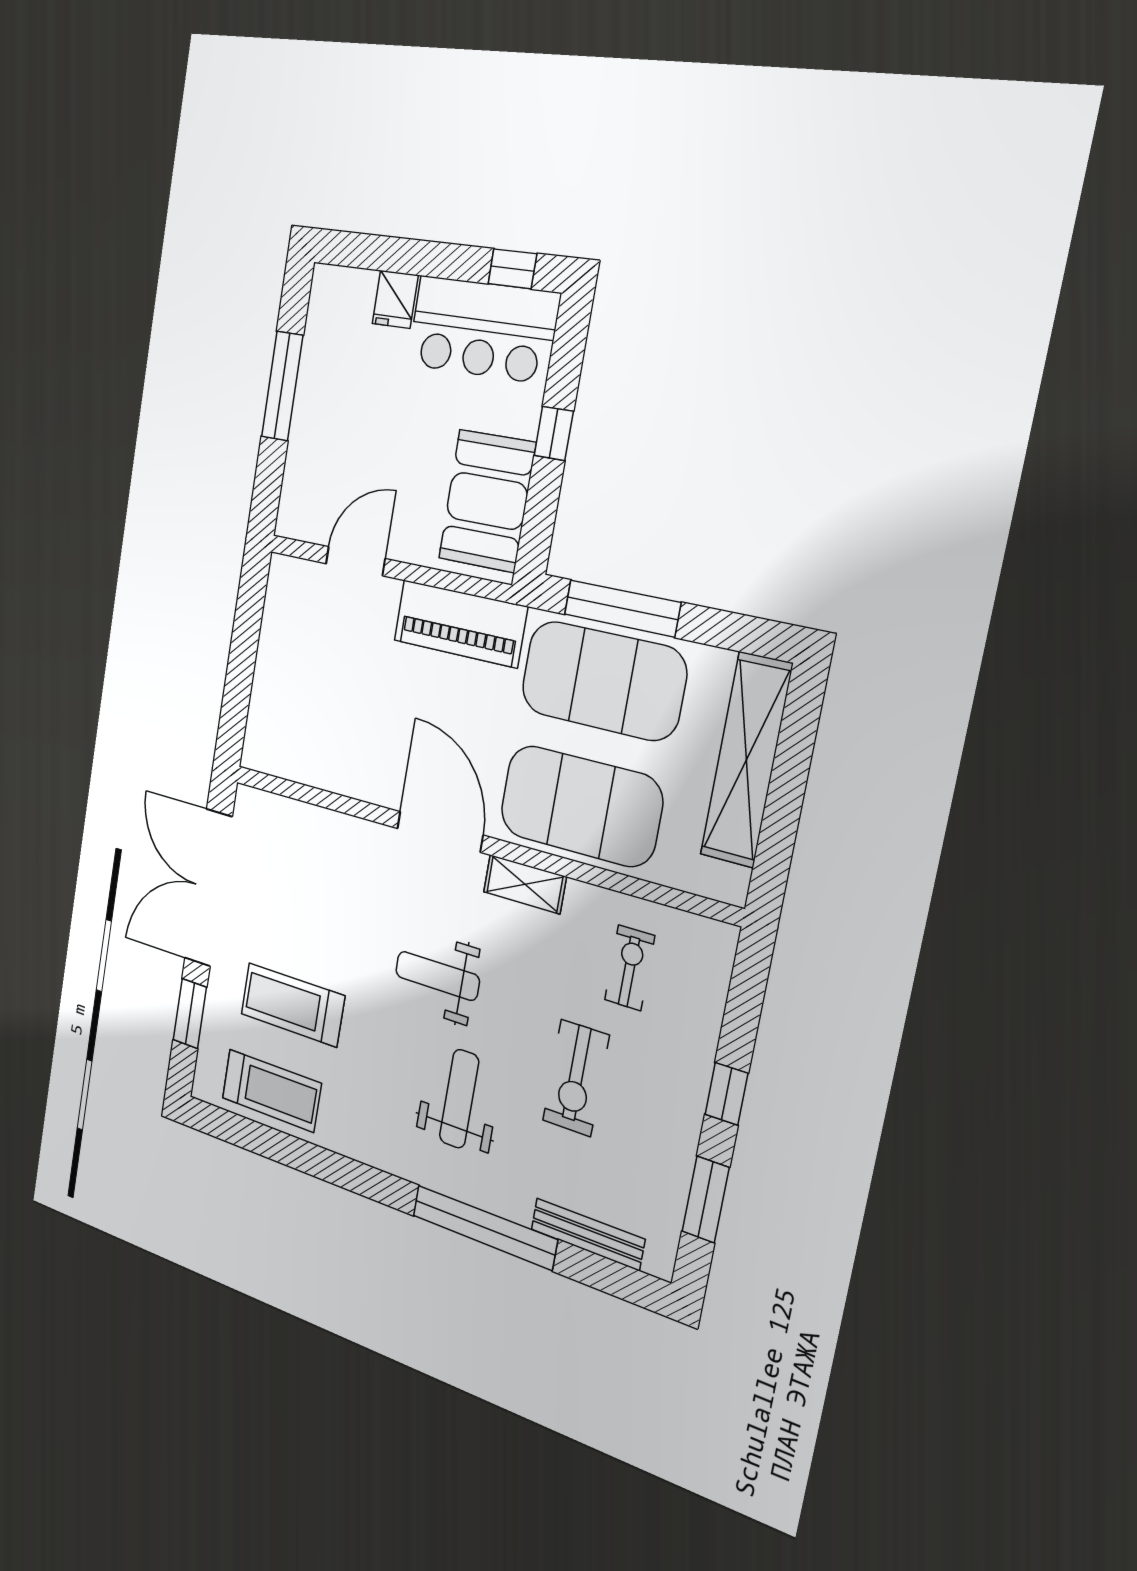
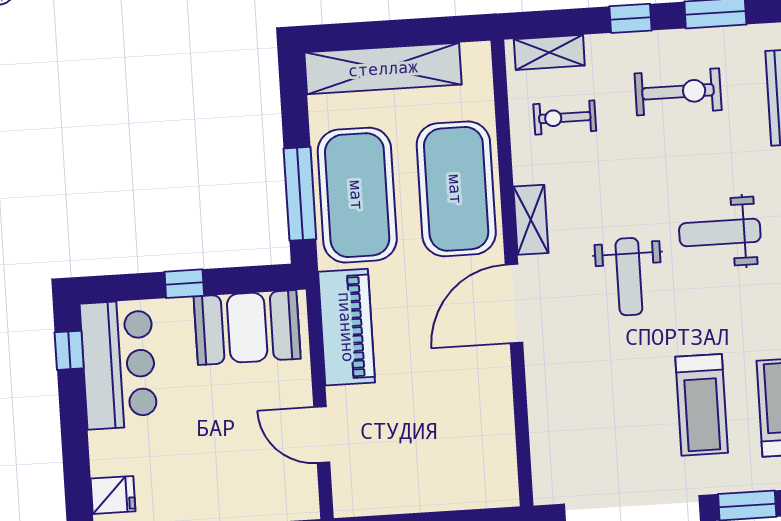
fridge: (395, 299) -> (113, 495), moved
shelving: (711, 978) -> (549, 52), added
exercise bike: (576, 1078) -> (678, 92), moved

